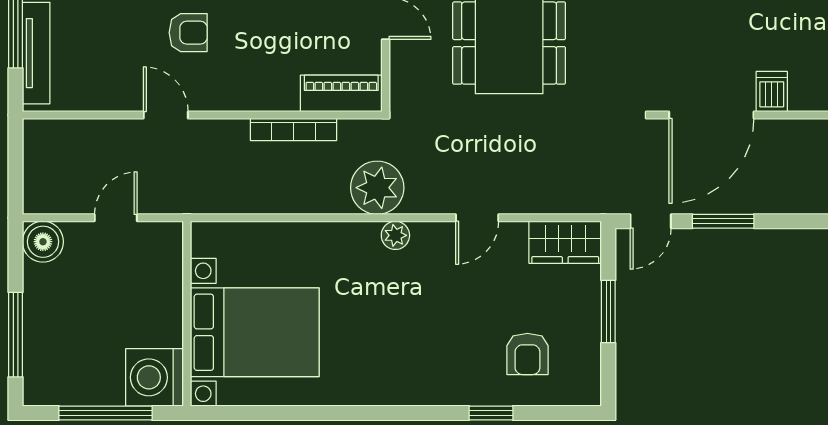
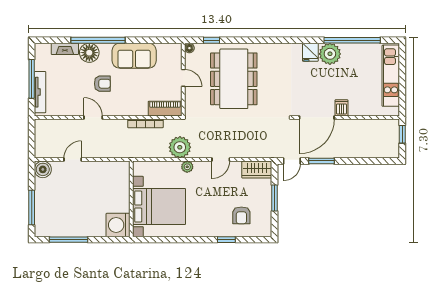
wall: (187, 314) -> (131, 199), moved
bed with nightstands: (255, 332) -> (159, 206), moved
washing machine: (155, 377) -> (118, 225), moved

